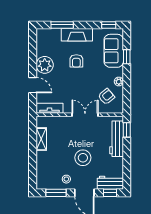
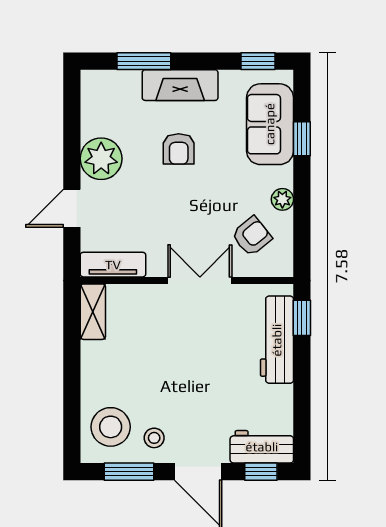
door: (33, 85) -> (72, 208), swing flipped
shelving: (41, 139) -> (93, 312), moved
stool: (83, 158) -> (111, 427), moved

